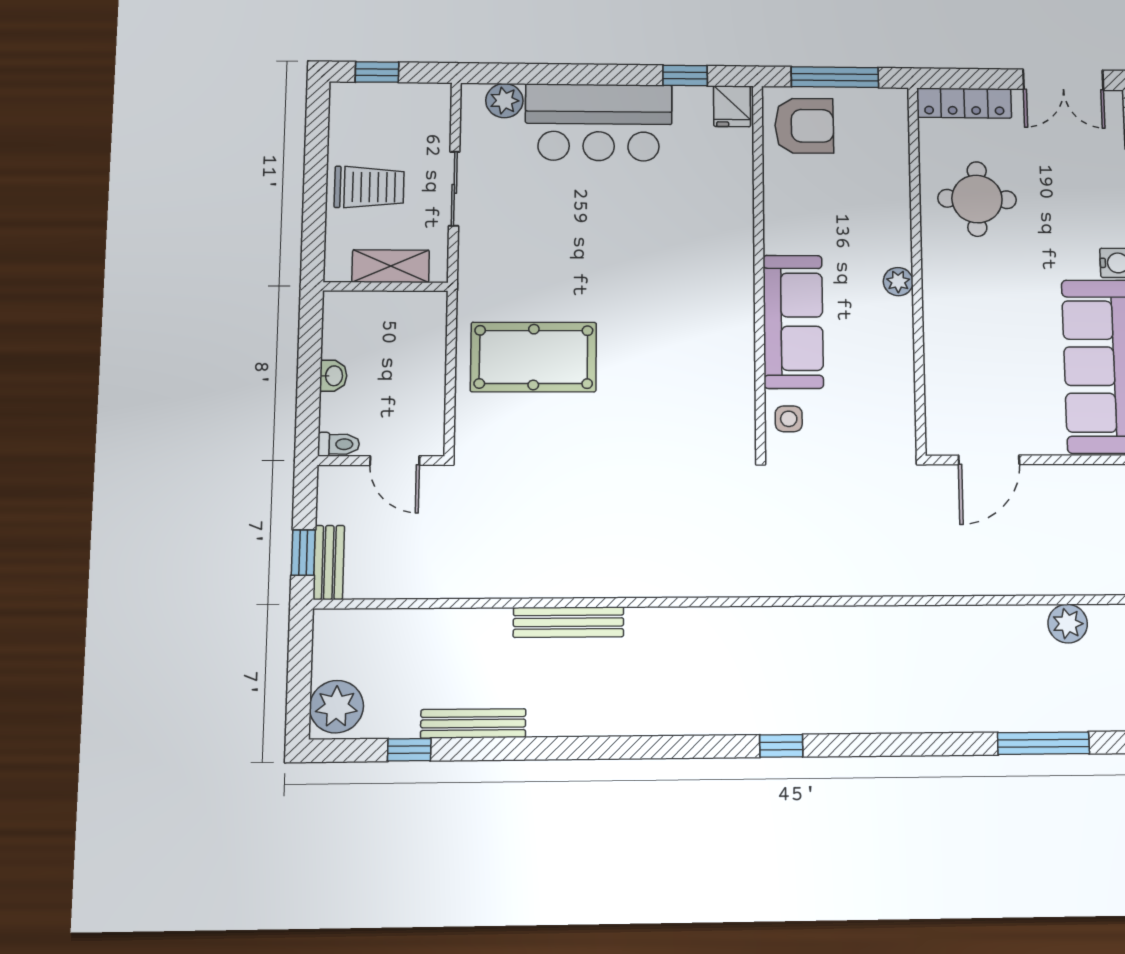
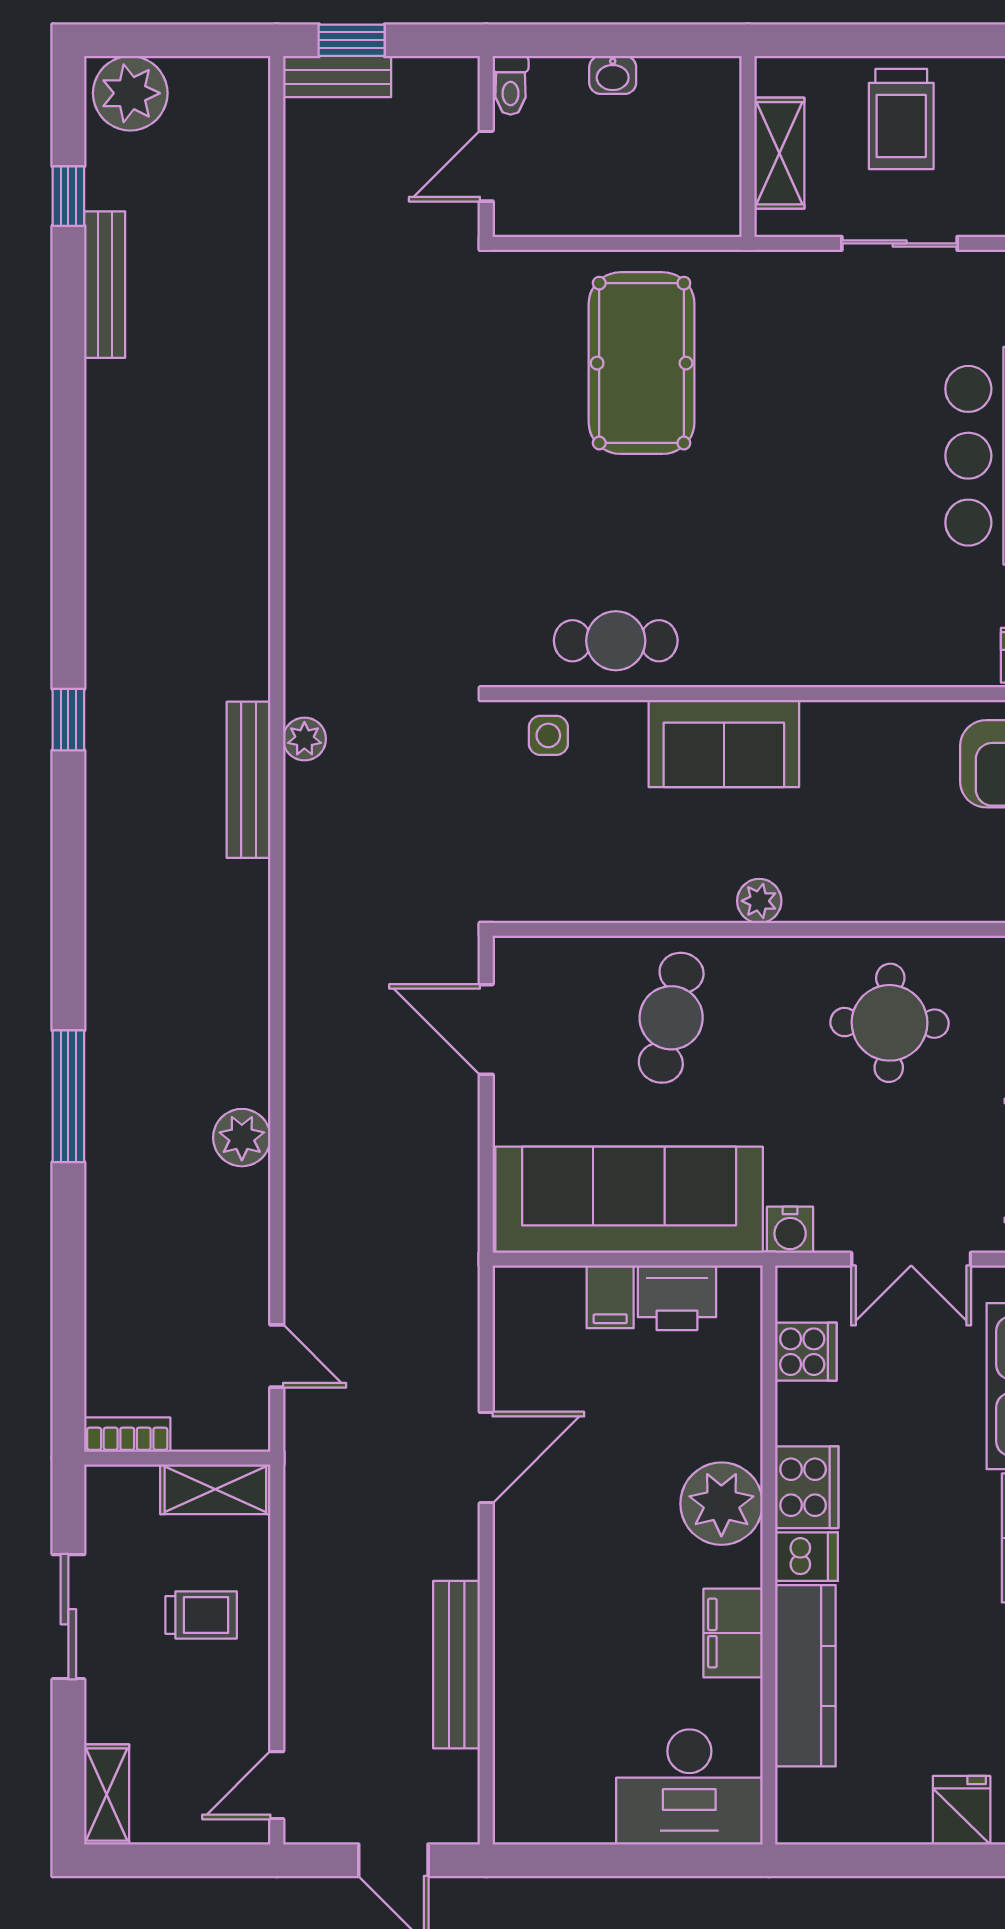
sofa: (793, 322) -> (724, 744), width x0.73
cafe table: (978, 339) -> (671, 1018), added
cafe table: (724, 374) -> (616, 641), added
plant: (793, 583) -> (304, 739), added
bench: (569, 622) -> (249, 780), moved

